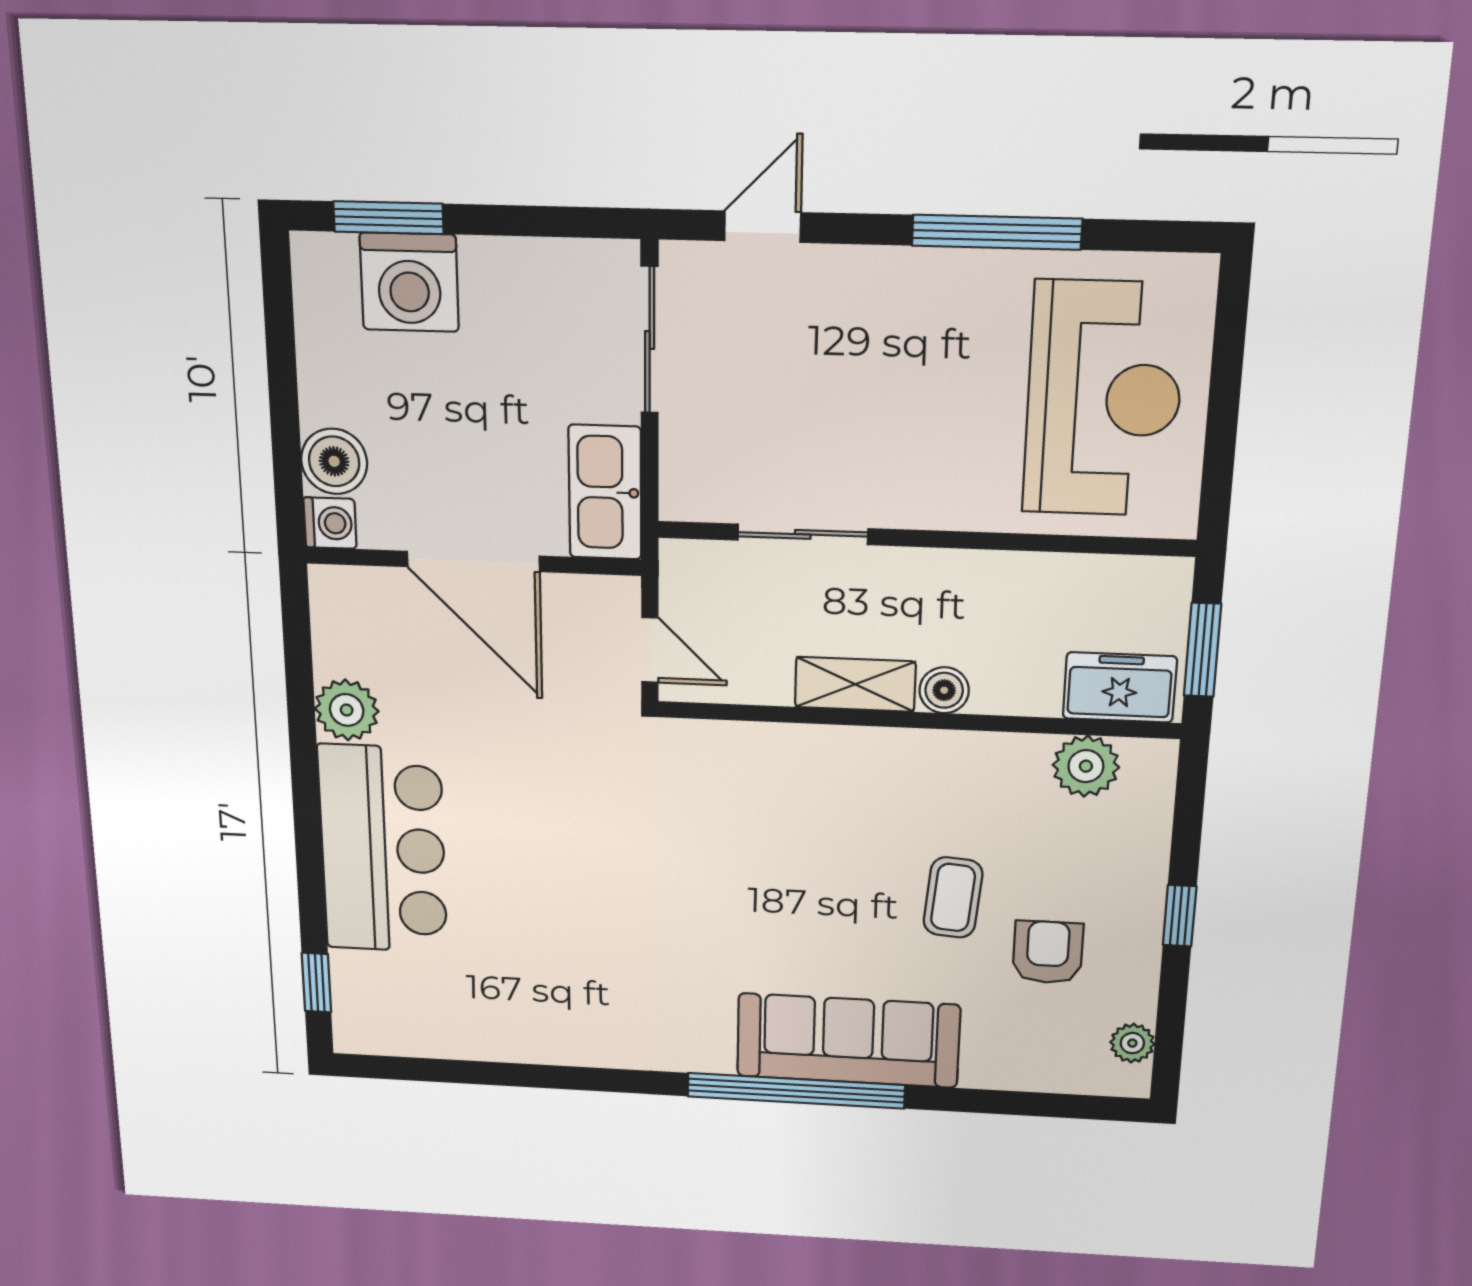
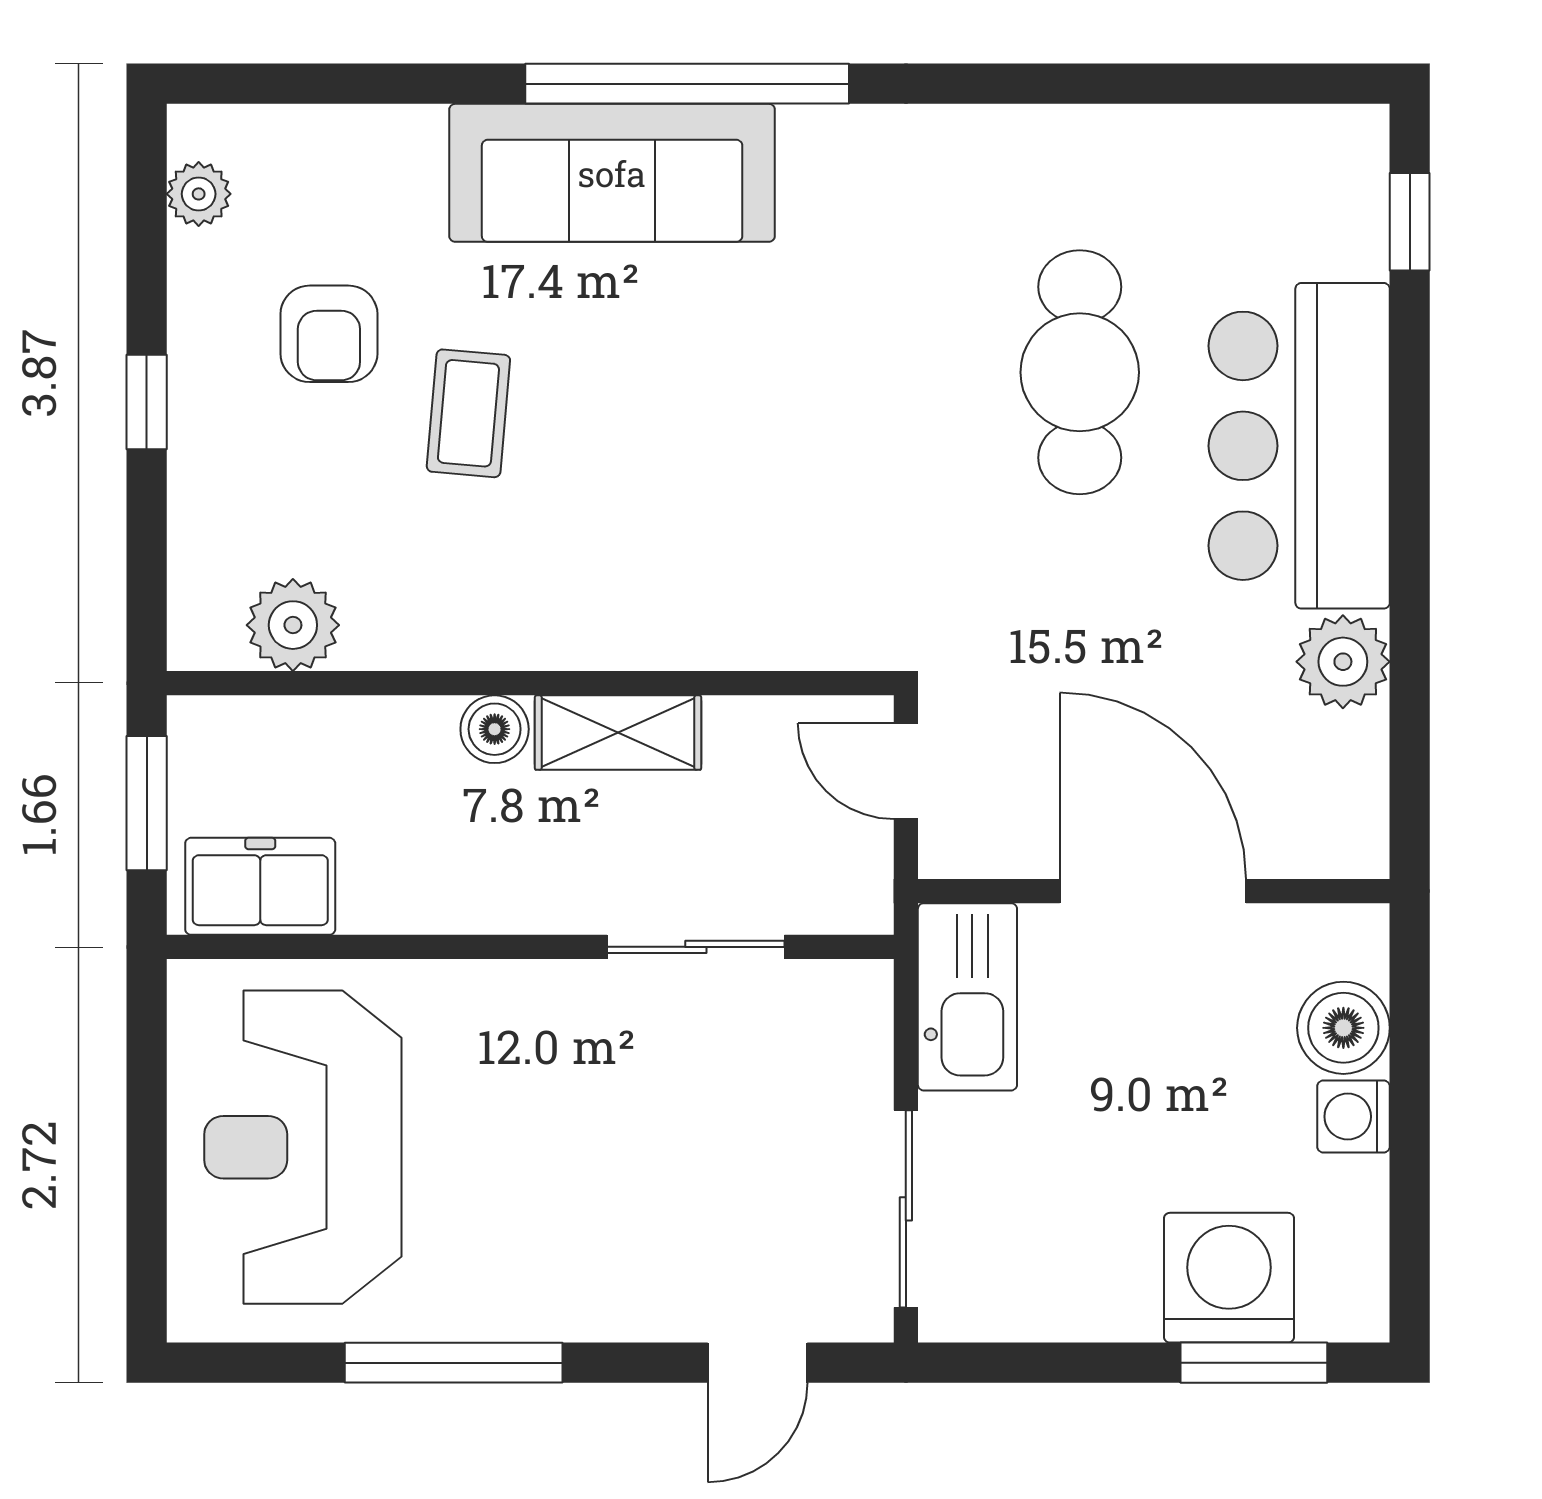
washing machine: (330, 523) -> (1353, 1117), moved
freezer: (1120, 687) -> (260, 886), moved, turned 180
cafe table: (532, 902) -> (1080, 372), added

